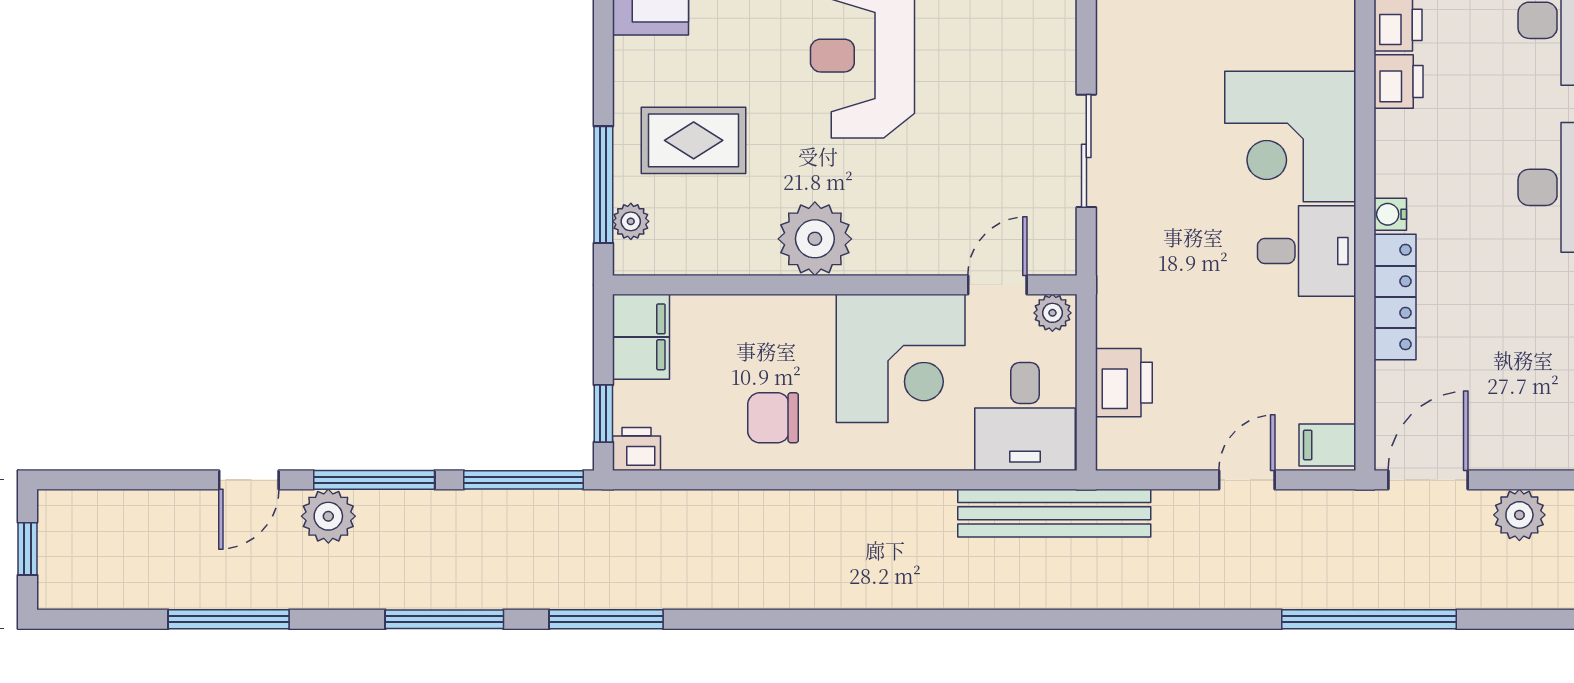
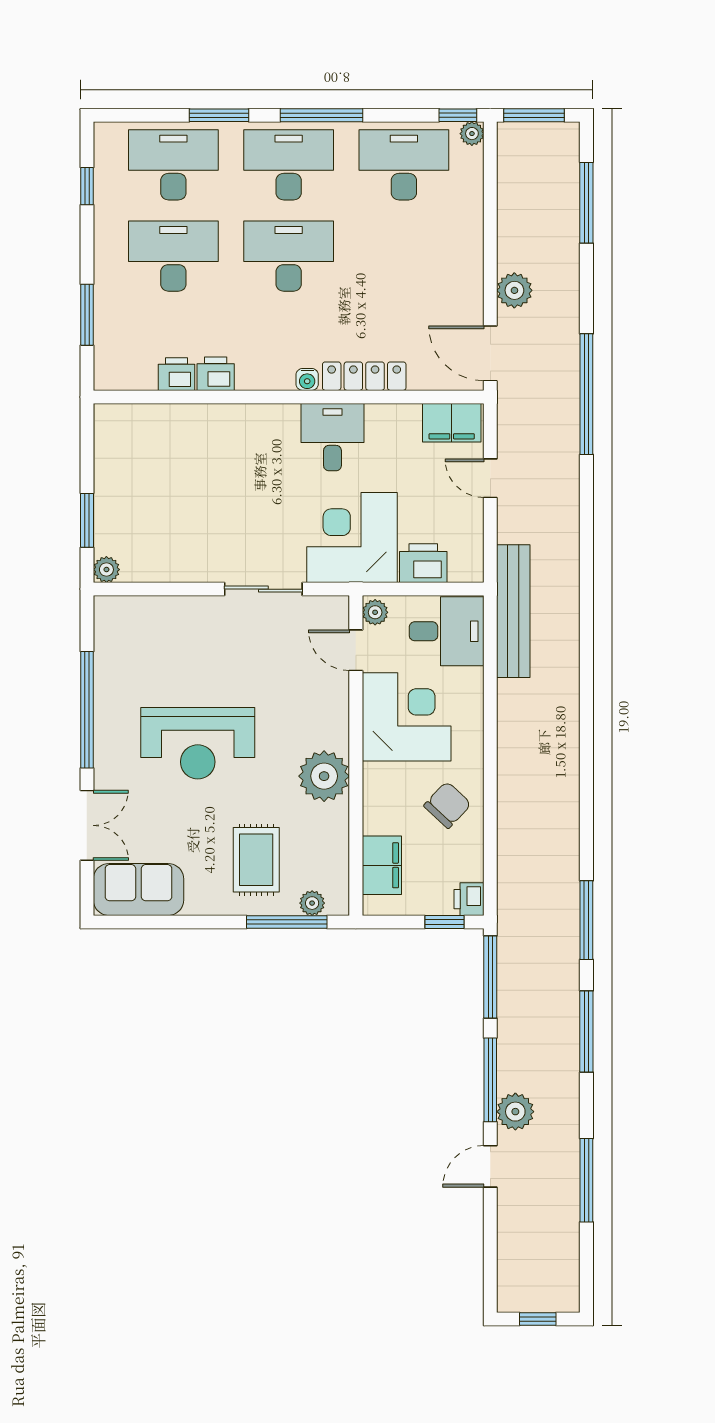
corner desk: (1290, 136) -> (352, 538), moved, turned 180
filing cabinet: (641, 337) -> (382, 865), moved, turned 90
chair: (773, 418) -> (447, 805), turned -137
filing cabinet: (1327, 445) -> (452, 423), width x2.00
door: (249, 480) -> (490, 1166), swing flipped

